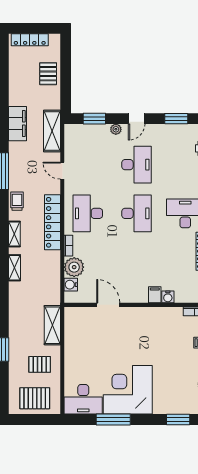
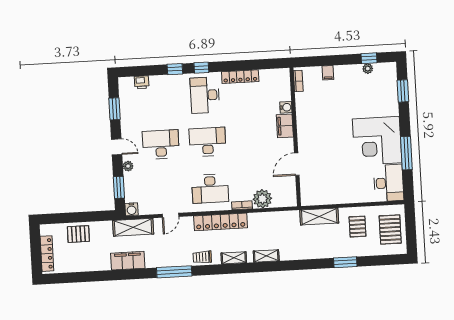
water cooler: (71, 285) -> (132, 209), moved
filing cabinet: (155, 295) -> (285, 126), width x2.00

